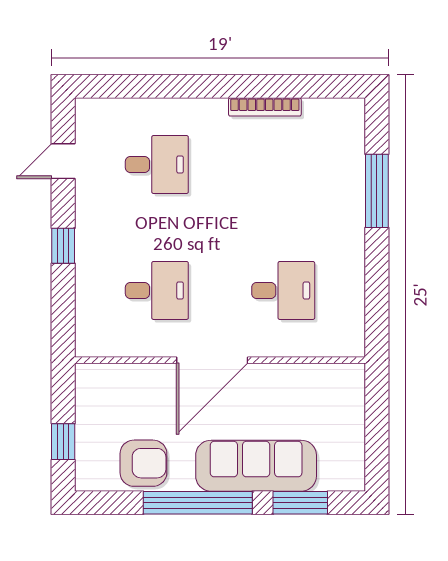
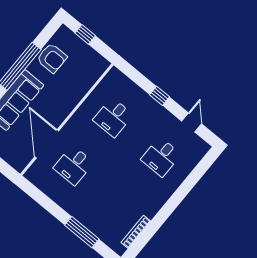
bookcase: (265, 107) -> (136, 232), moved
door: (212, 360) -> (47, 144), moved
armchair: (143, 463) -> (52, 58), turned -90

